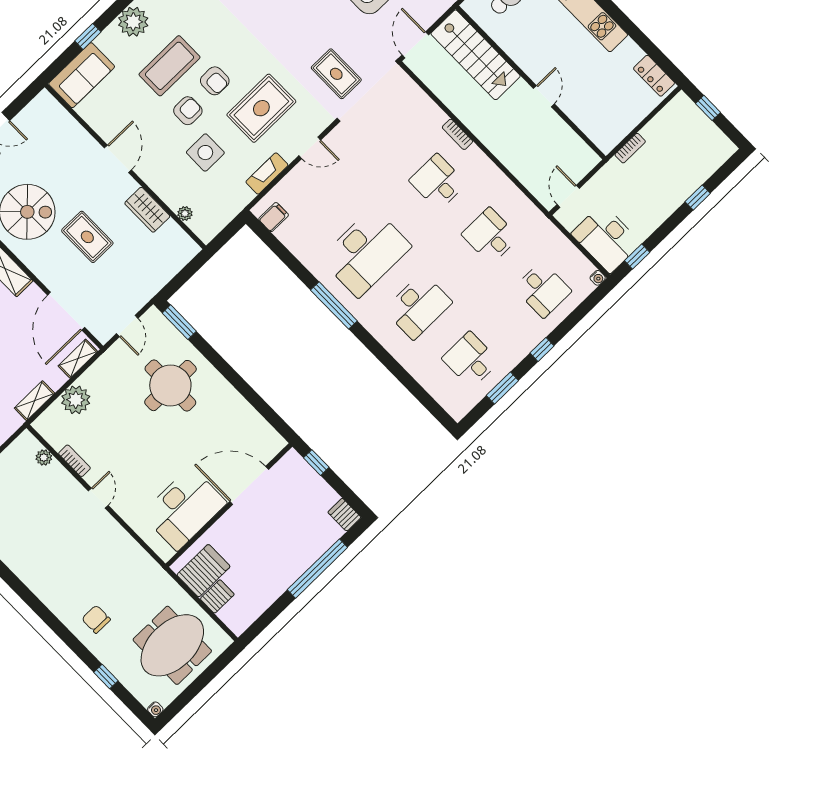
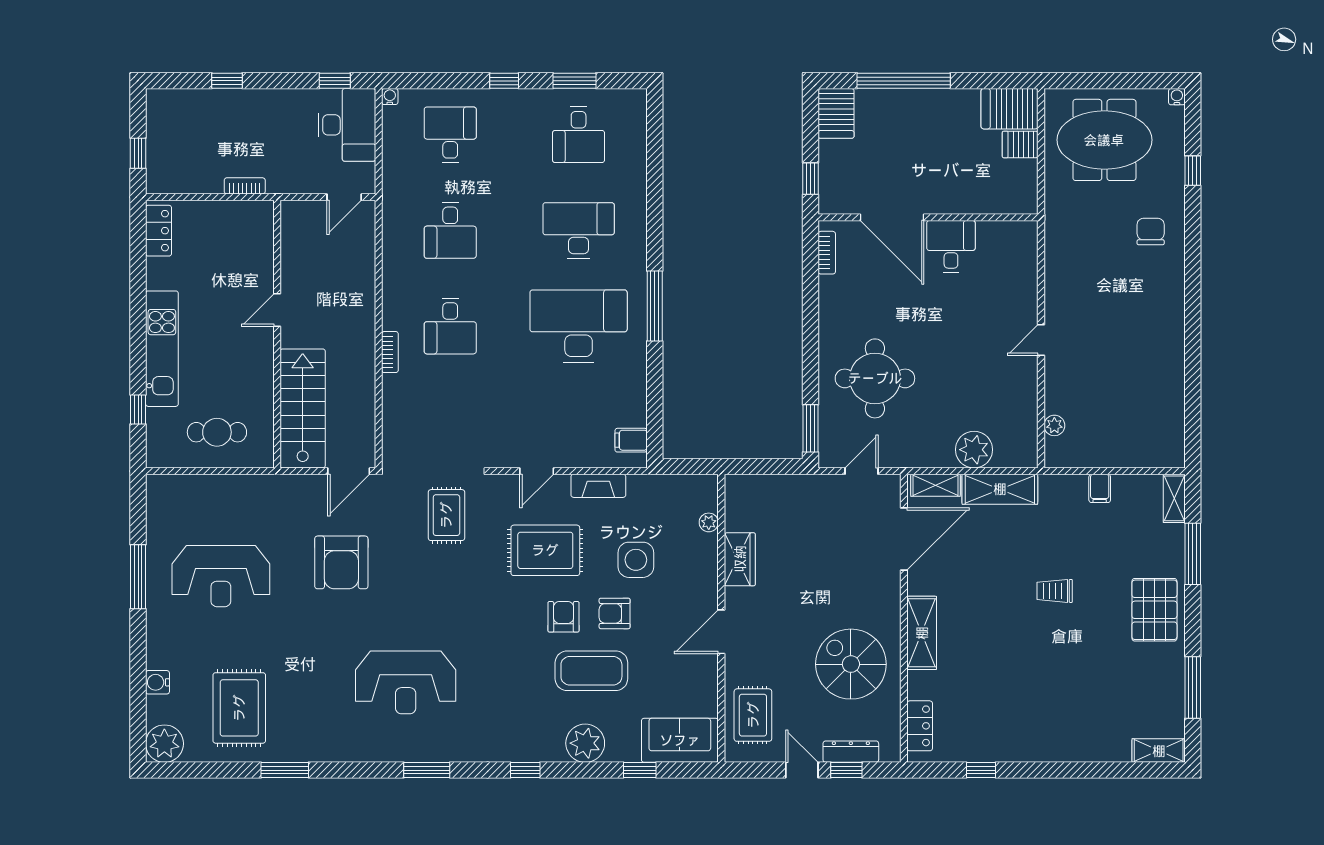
door: (310, 148) -> (537, 471), swing flipped
rug: (87, 237) -> (753, 715), moved
shelving: (35, 401) -> (1000, 489), width x1.50, depth x1.33
bookcase: (74, 461) -> (827, 253), moved, turned 180
desk: (184, 509) -> (951, 246), width x0.53, depth x0.77
server rack: (344, 515) -> (836, 113), width x1.36, depth x1.44
server rack: (203, 571) -> (1010, 109), moved
chair: (96, 619) -> (1151, 232), turned 180

